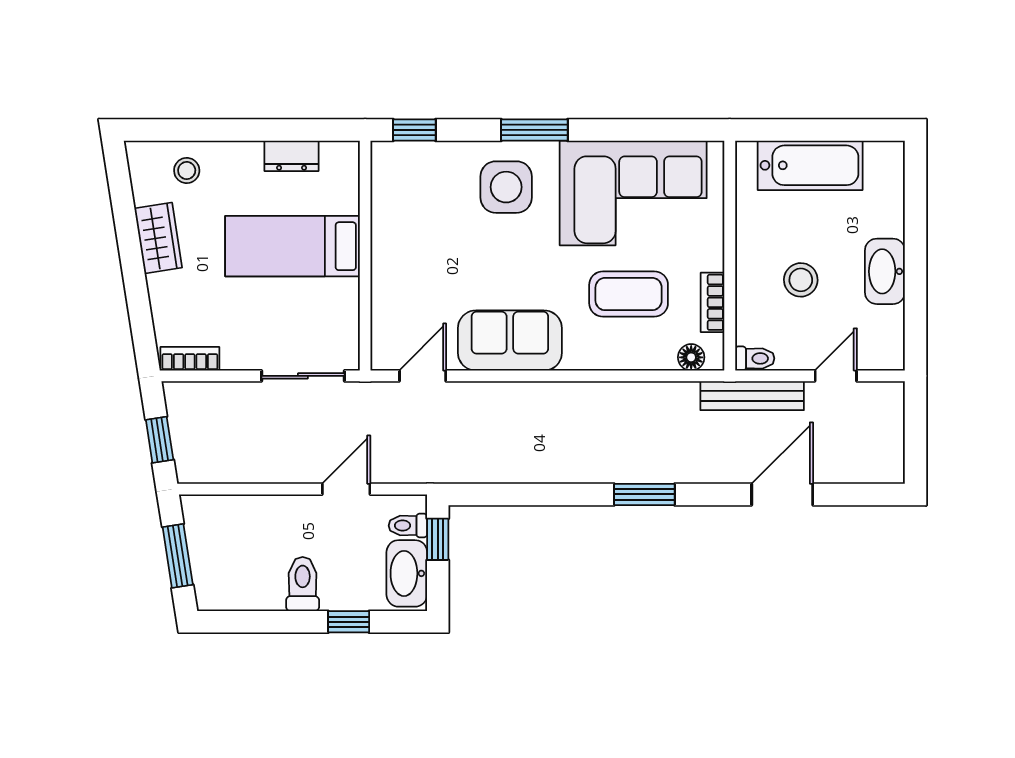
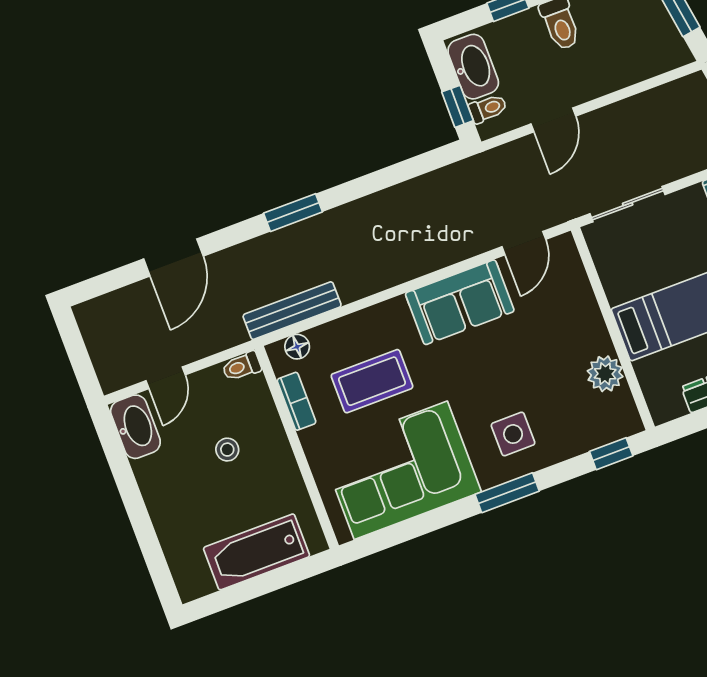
side table: (506, 187) -> (513, 434), width x0.73, depth x0.73
plant: (390, 213) -> (605, 374), added
washbasin: (885, 271) -> (135, 427), moved
stool: (801, 280) -> (227, 450), width x0.73, depth x0.73
bench: (752, 396) -> (292, 311), moved

